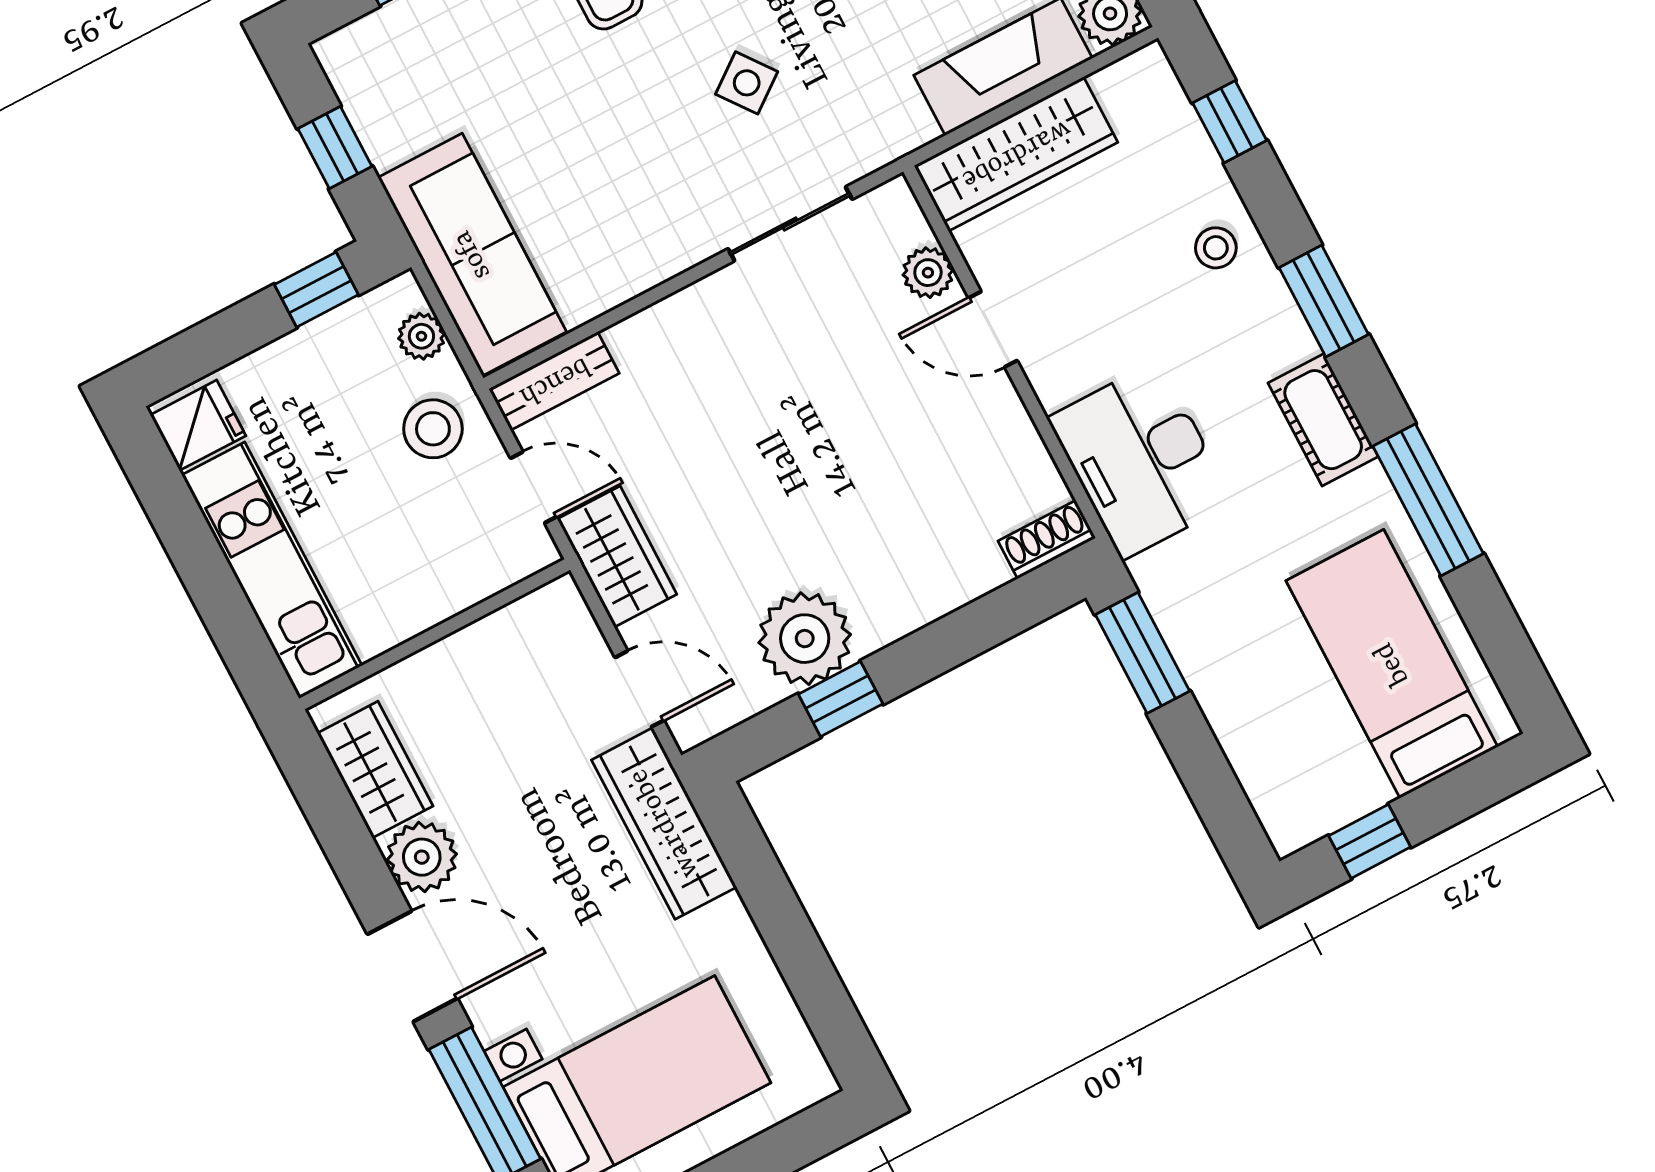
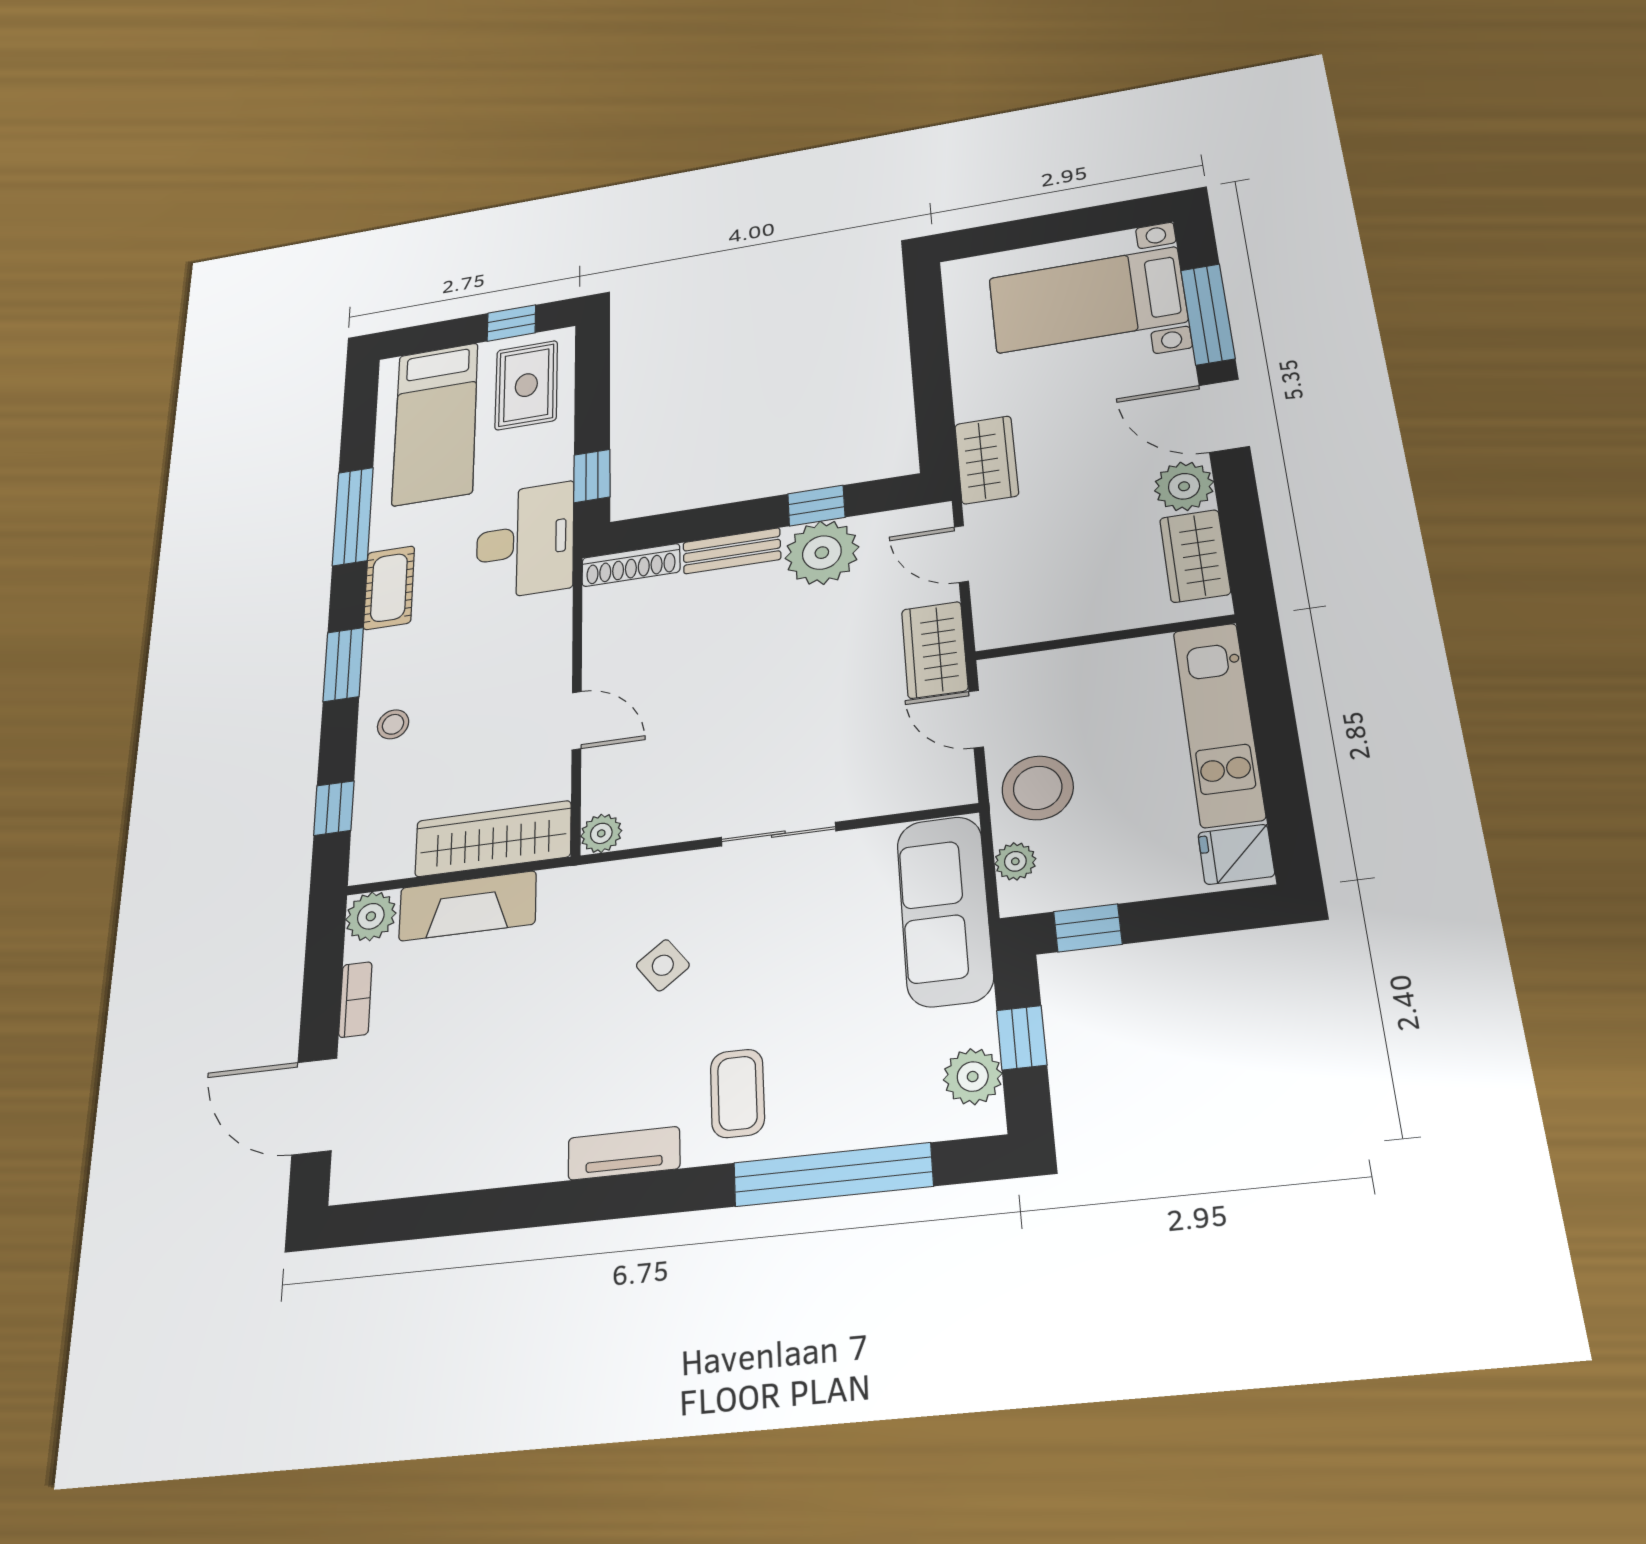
plant: (367, 89) -> (973, 1077), added
sliding door: (790, 224) -> (778, 834), moved
plant: (928, 273) -> (601, 833), moved
bench: (554, 381) -> (732, 551), moved
stool: (433, 429) -> (1038, 788), width x1.38, depth x1.38
desk: (1141, 460) -> (525, 541), moved
shoe rack: (1047, 539) -> (631, 565), width x1.43
window: (1142, 653) -> (592, 476), width x0.67
rug: (1299, 756) -> (526, 385), added
wardrobe: (664, 823) -> (987, 460), width x0.67

